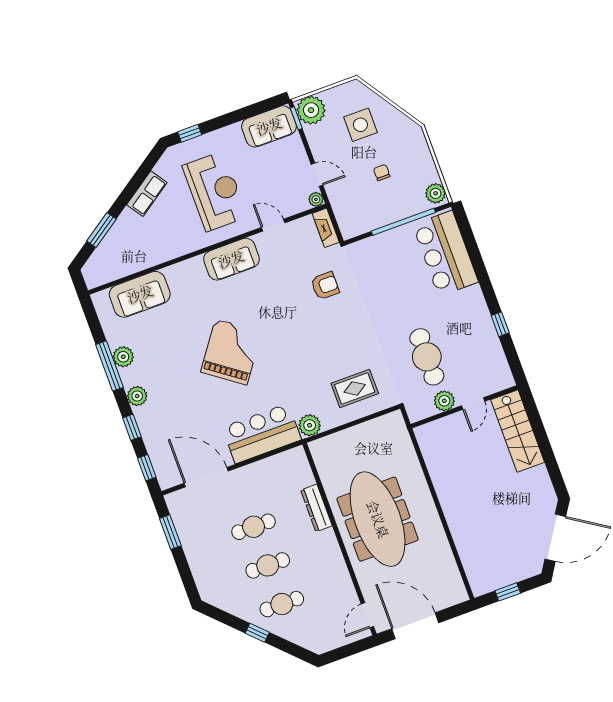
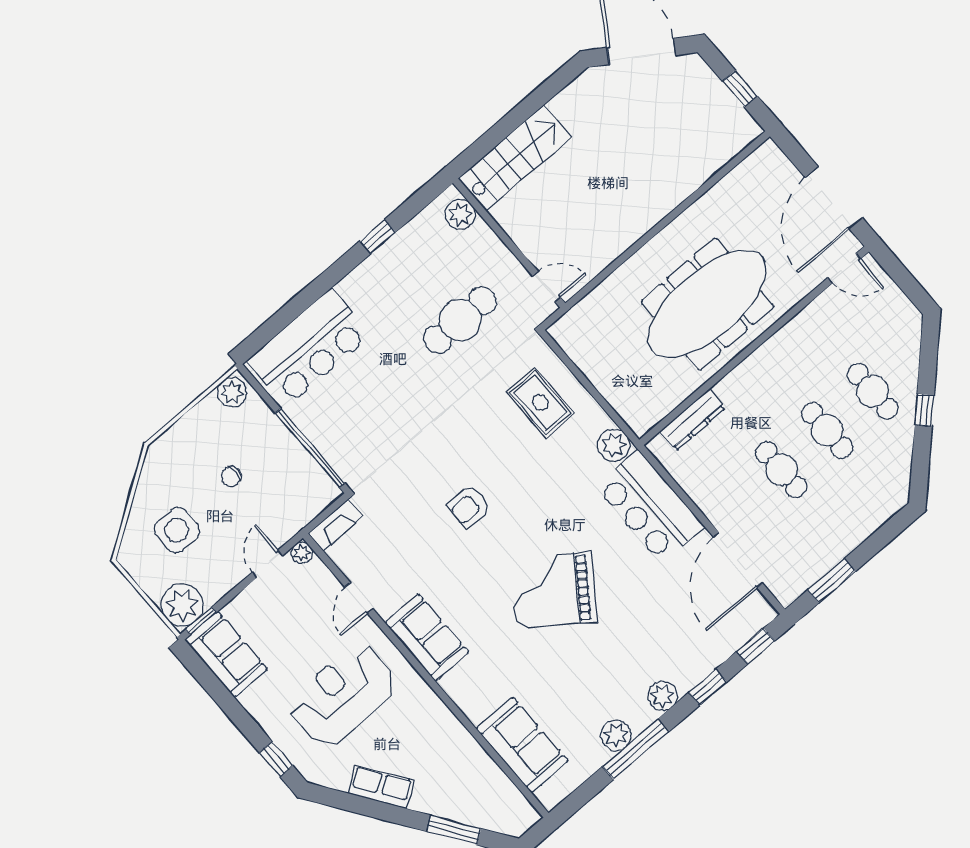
window: (403, 222) -> (310, 448), moved
armchair: (325, 286) -> (469, 507), moved, turned -90
plant: (444, 401) -> (460, 214), moved
door: (473, 404) -> (547, 287), moved
dresser: (316, 508) -> (692, 420), moved

